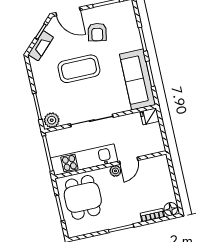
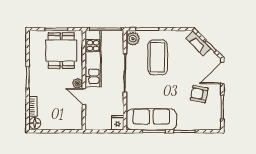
coffee table: (79, 69) -> (158, 57), moved
dining table: (83, 197) -> (61, 51), turned 90

